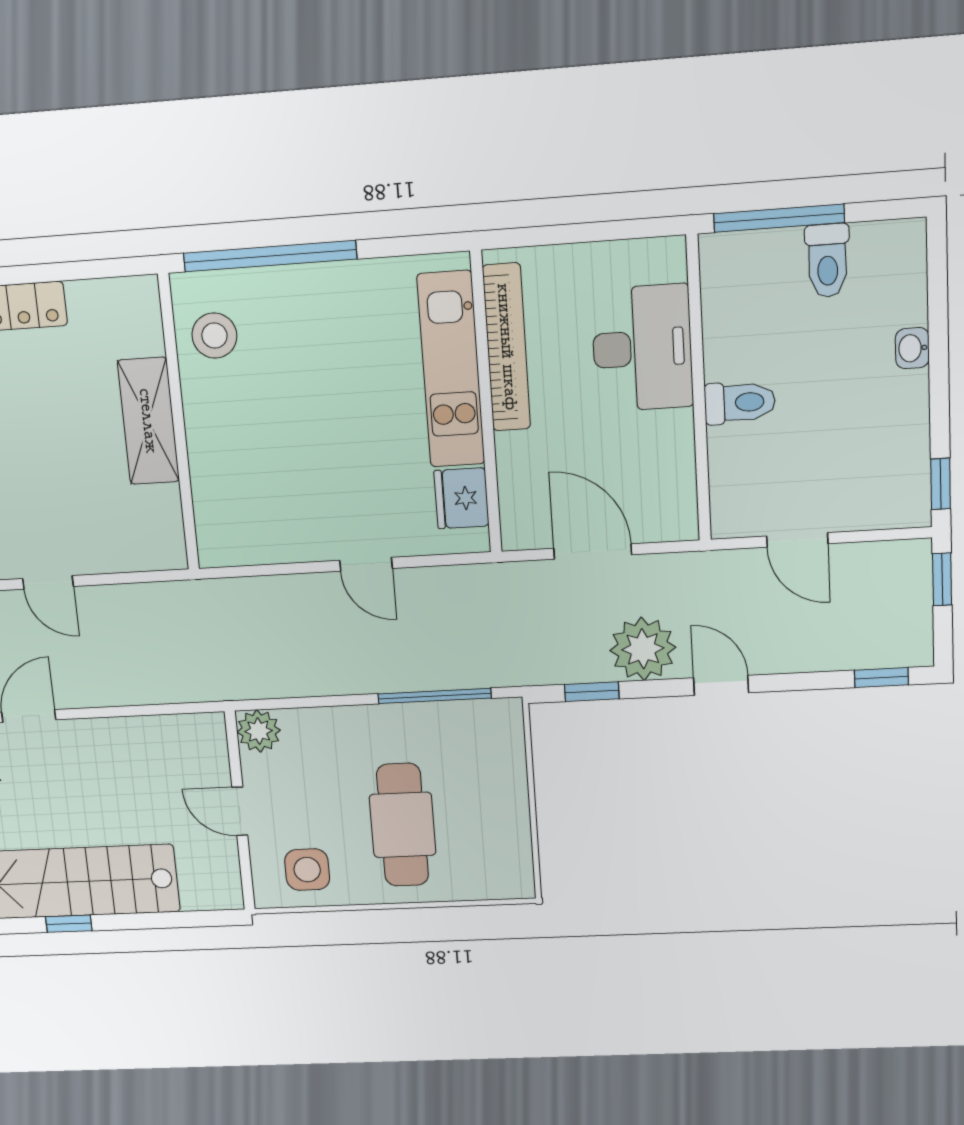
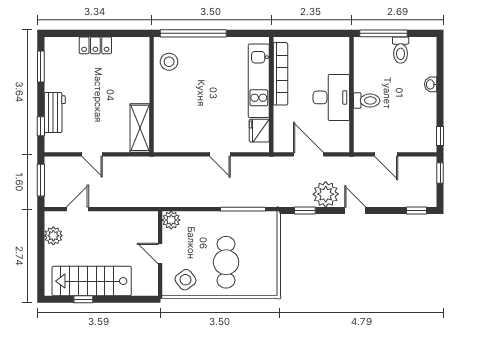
desk: (642, 348) -> (331, 97), moved
shelving: (148, 421) -> (140, 128), moved
side table: (307, 870) -> (185, 280), turned -38

